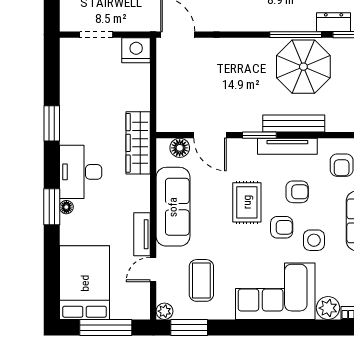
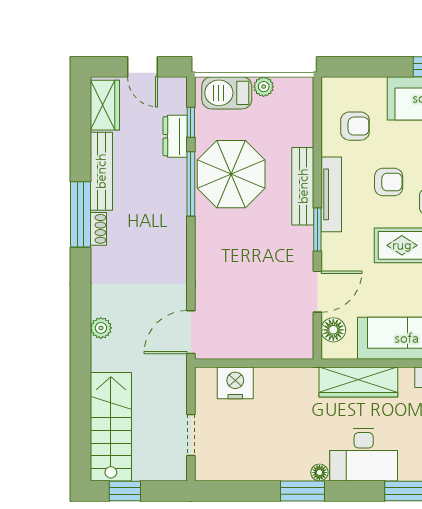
nightstand: (136, 50) -> (235, 383), moved, turned 90
wardrobe: (138, 143) -> (358, 382), moved
armchair: (297, 192) -> (389, 182), turned 90
floor lamp: (66, 207) -> (319, 473), moved

